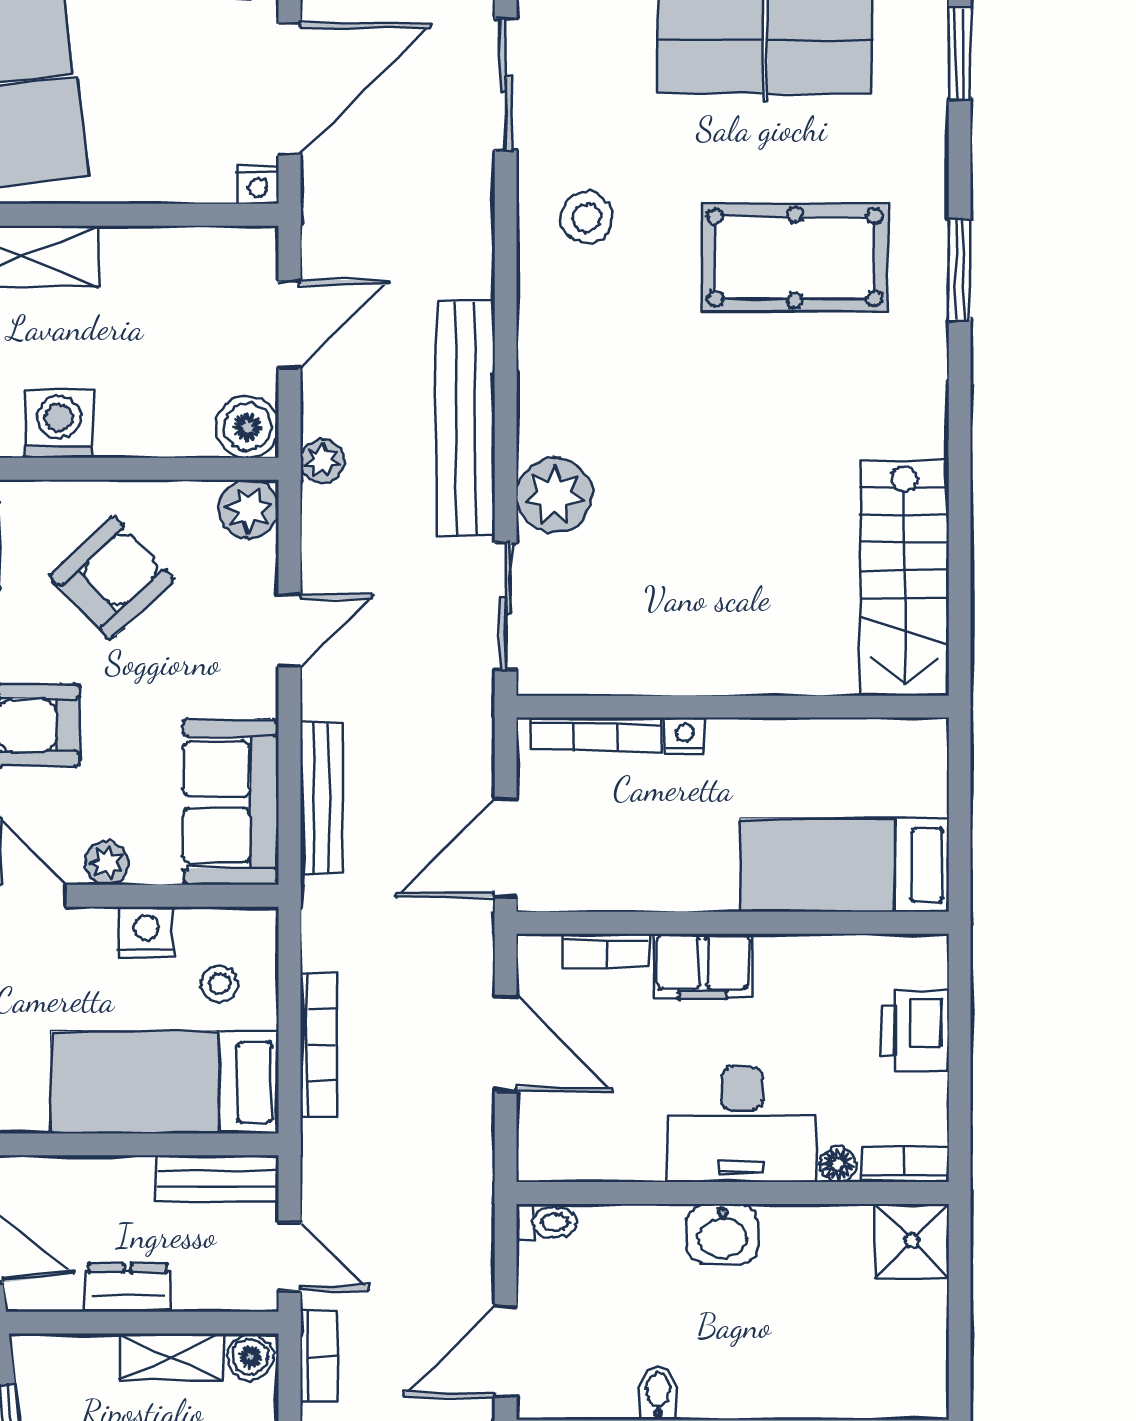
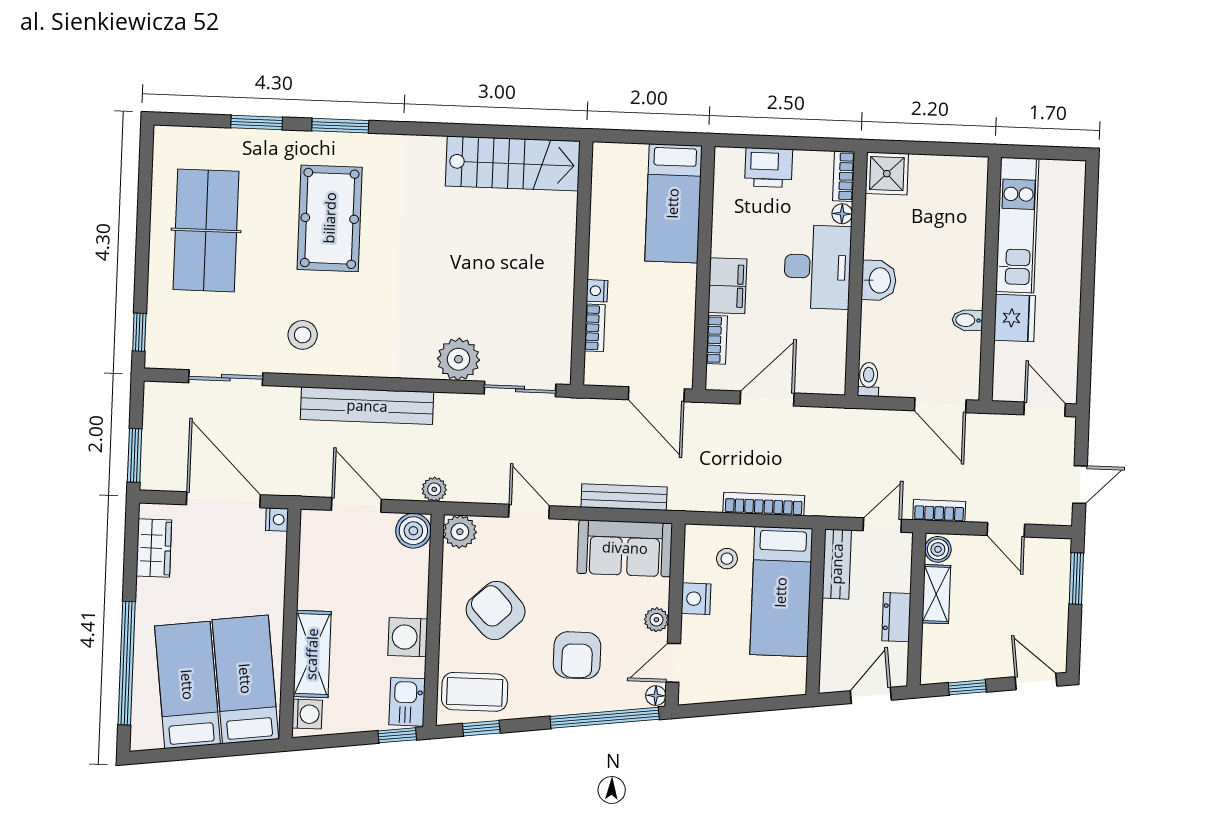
window: (960, 54) -> (257, 122), moved
bench: (466, 418) -> (367, 406), moved
bookcase: (596, 734) -> (595, 328), width x0.64

